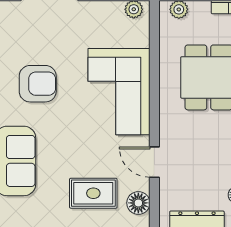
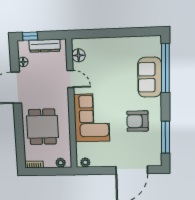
rug: (93, 193) -> (104, 60), removed

